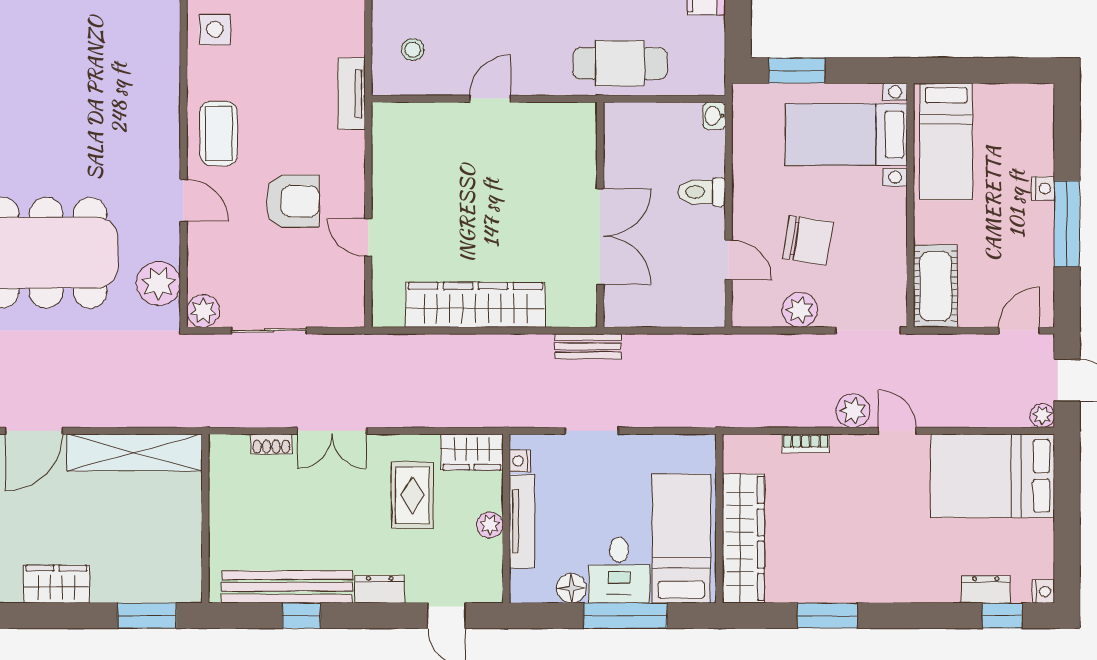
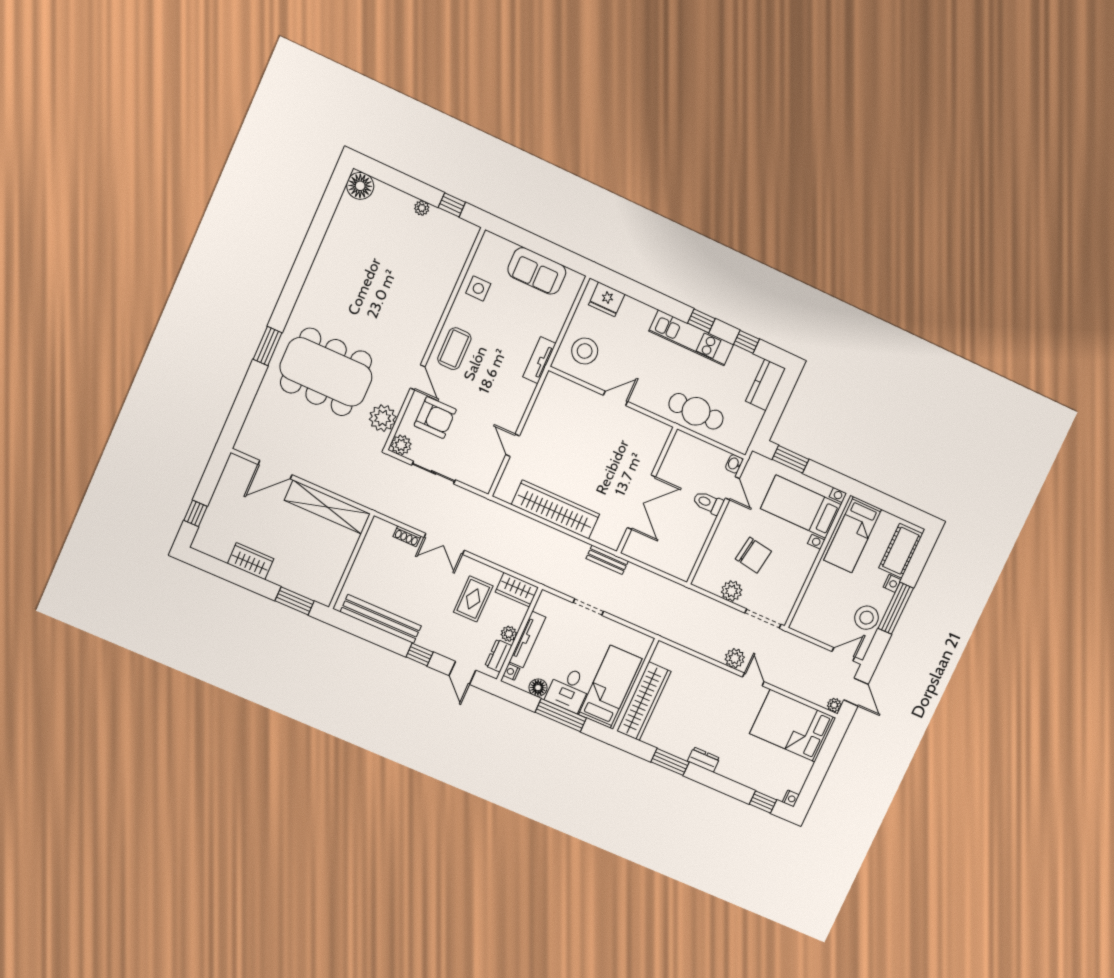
stool: (413, 50) -> (585, 351), width x1.89, depth x1.89
armchair: (293, 201) -> (435, 418), moved
stool: (1028, 258) -> (867, 618), added
door: (729, 260) -> (732, 488), moved
cot: (935, 286) -> (901, 551), moved
bookcase: (806, 443) -> (701, 665), removed
nightstand: (520, 461) -> (511, 672), moved
dresser: (380, 589) -> (498, 656), moved, turned -90
dresser: (986, 589) -> (703, 760), moved
window: (301, 616) -> (420, 654), moved

